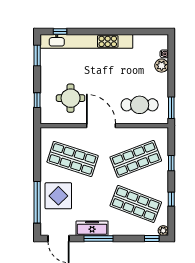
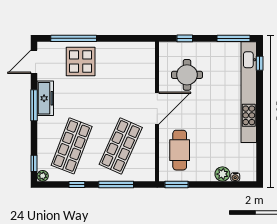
window: (37, 55) -> (233, 38), width x1.44
shop shelf: (73, 159) -> (121, 77), removed
shop shelf: (136, 159) -> (121, 146), turned 45
window: (171, 163) -> (116, 185), width x2.17

